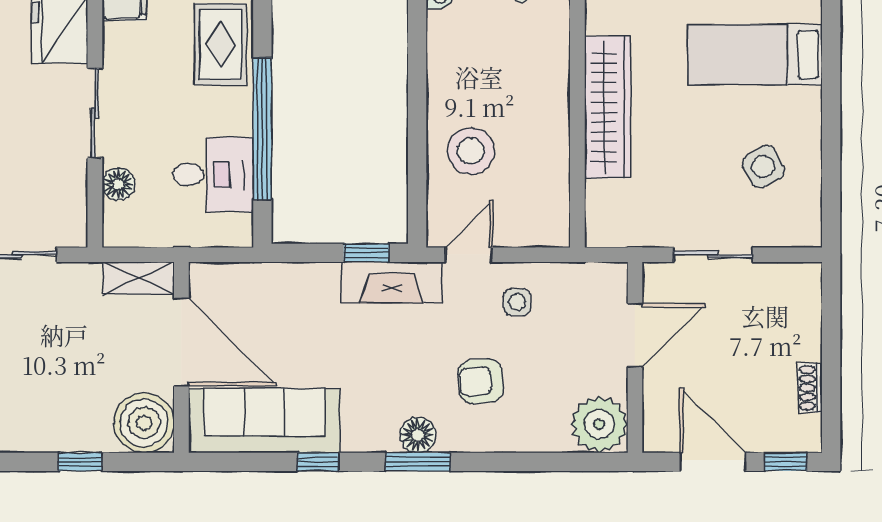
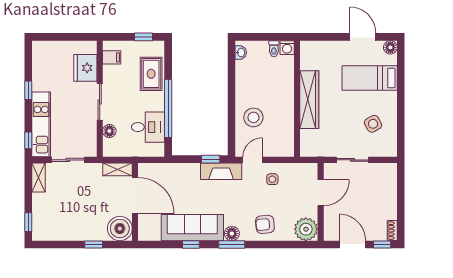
armchair: (481, 381) -> (265, 224), moved
shoe rack: (810, 388) -> (392, 231), moved
sofa: (264, 421) -> (192, 228), moved

